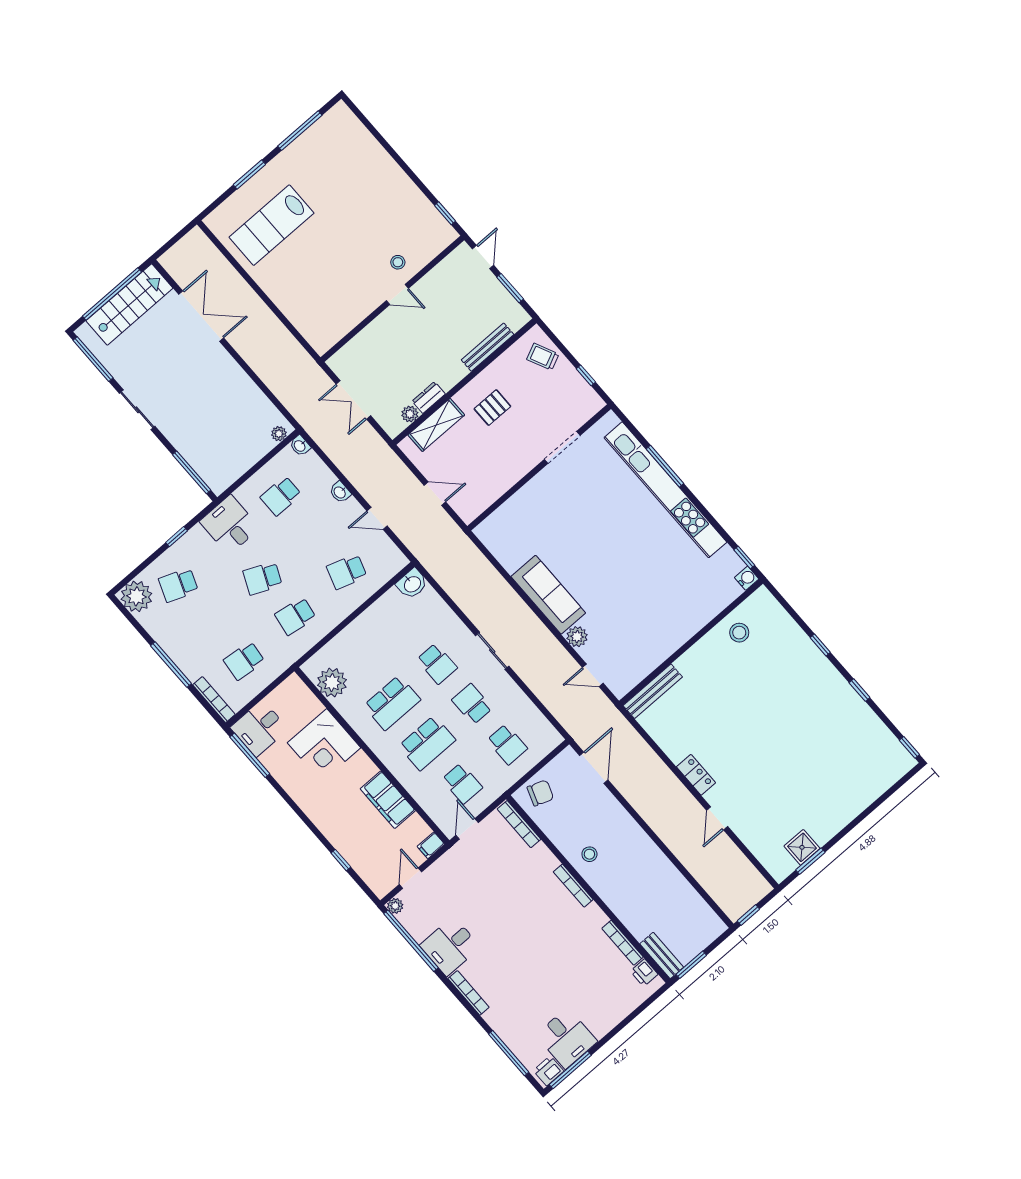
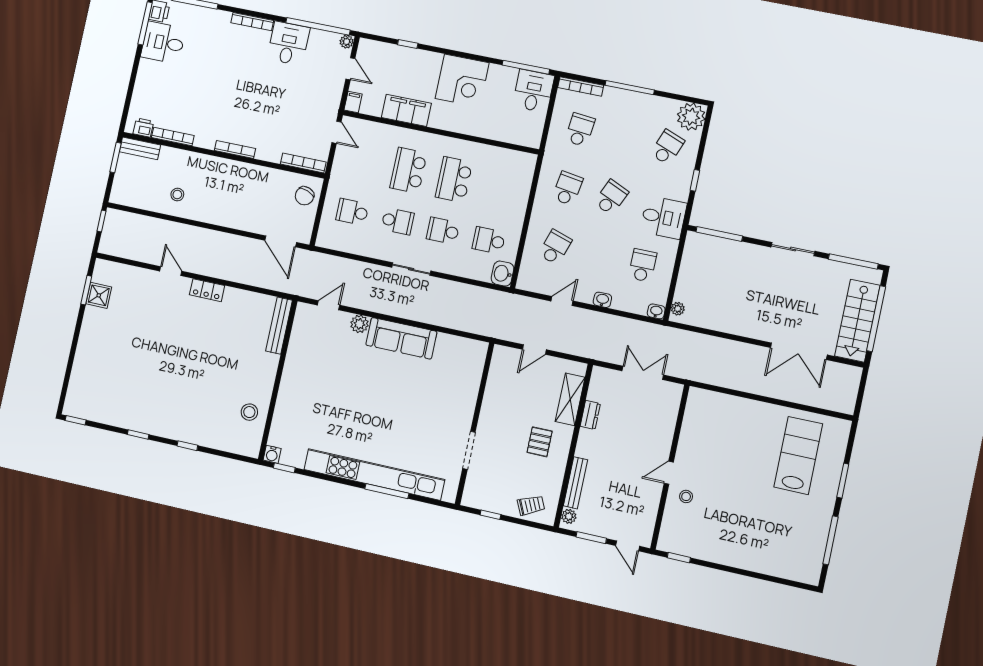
plant: (410, 414) -> (569, 516), moved
plant: (332, 683) -> (507, 162), removed
corner desk: (324, 745) -> (462, 81), moved, turned 180
school desk: (462, 783) -> (489, 240), moved
stool: (589, 854) -> (177, 195), moved

